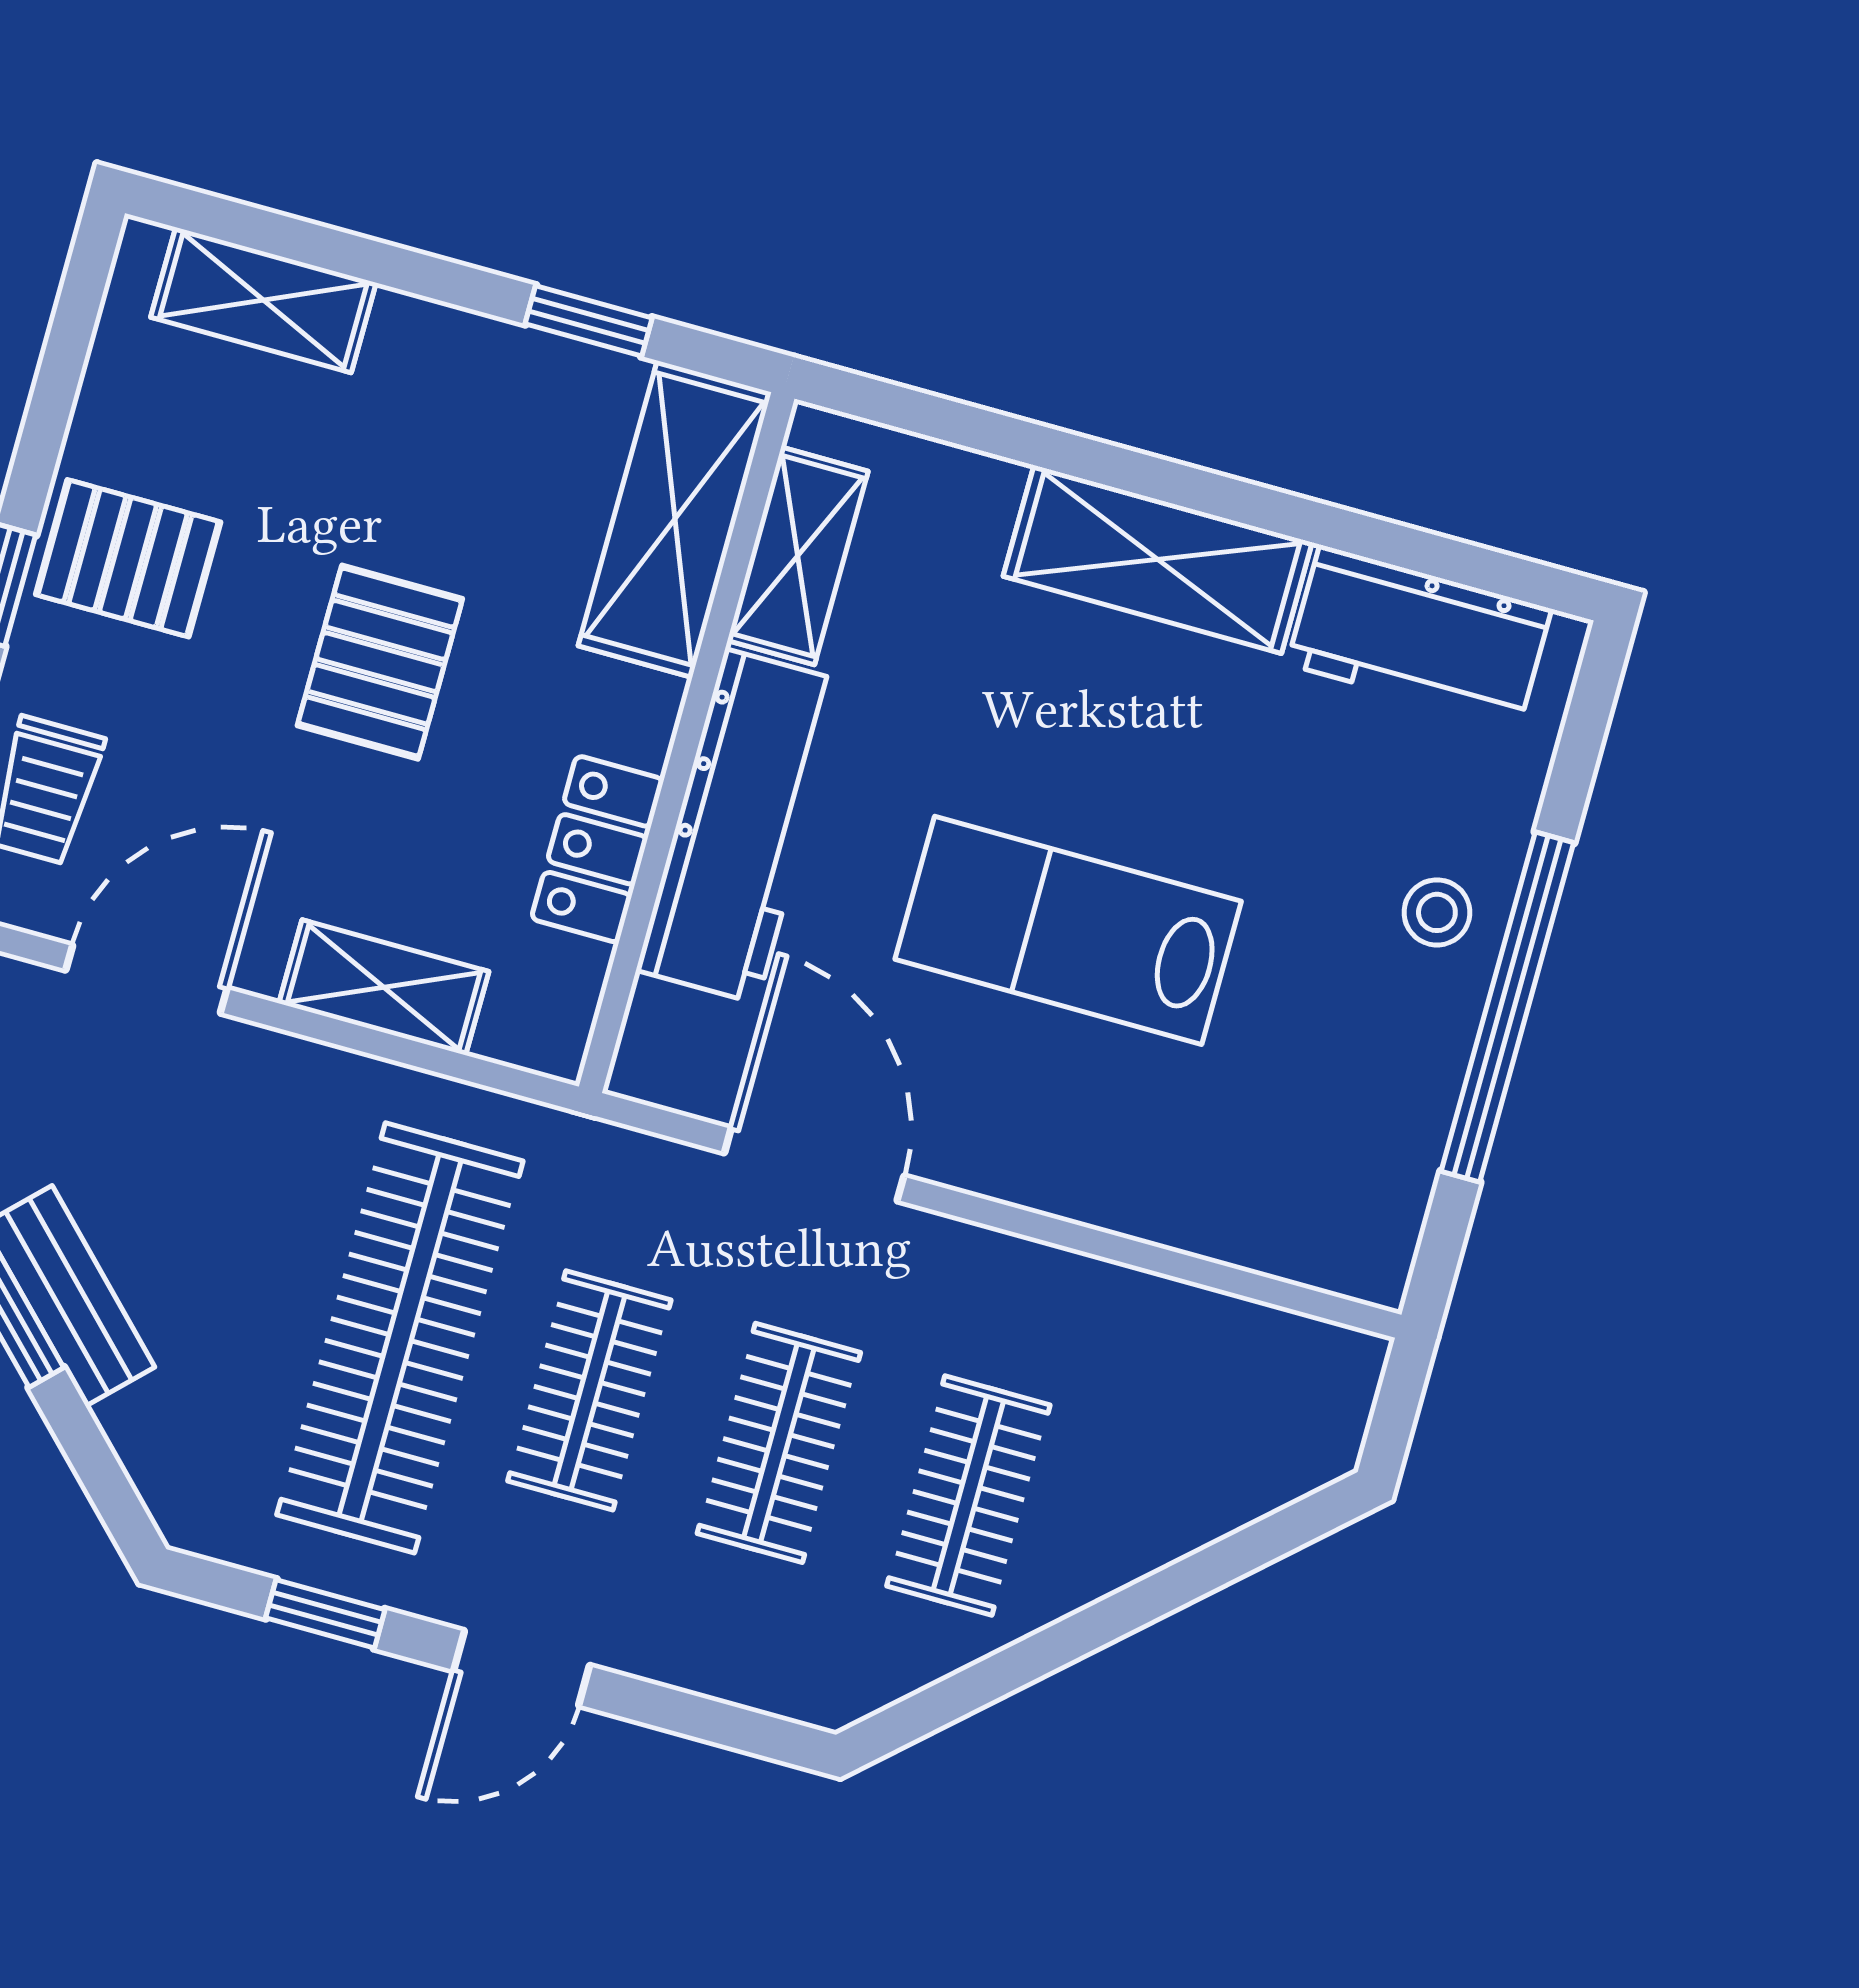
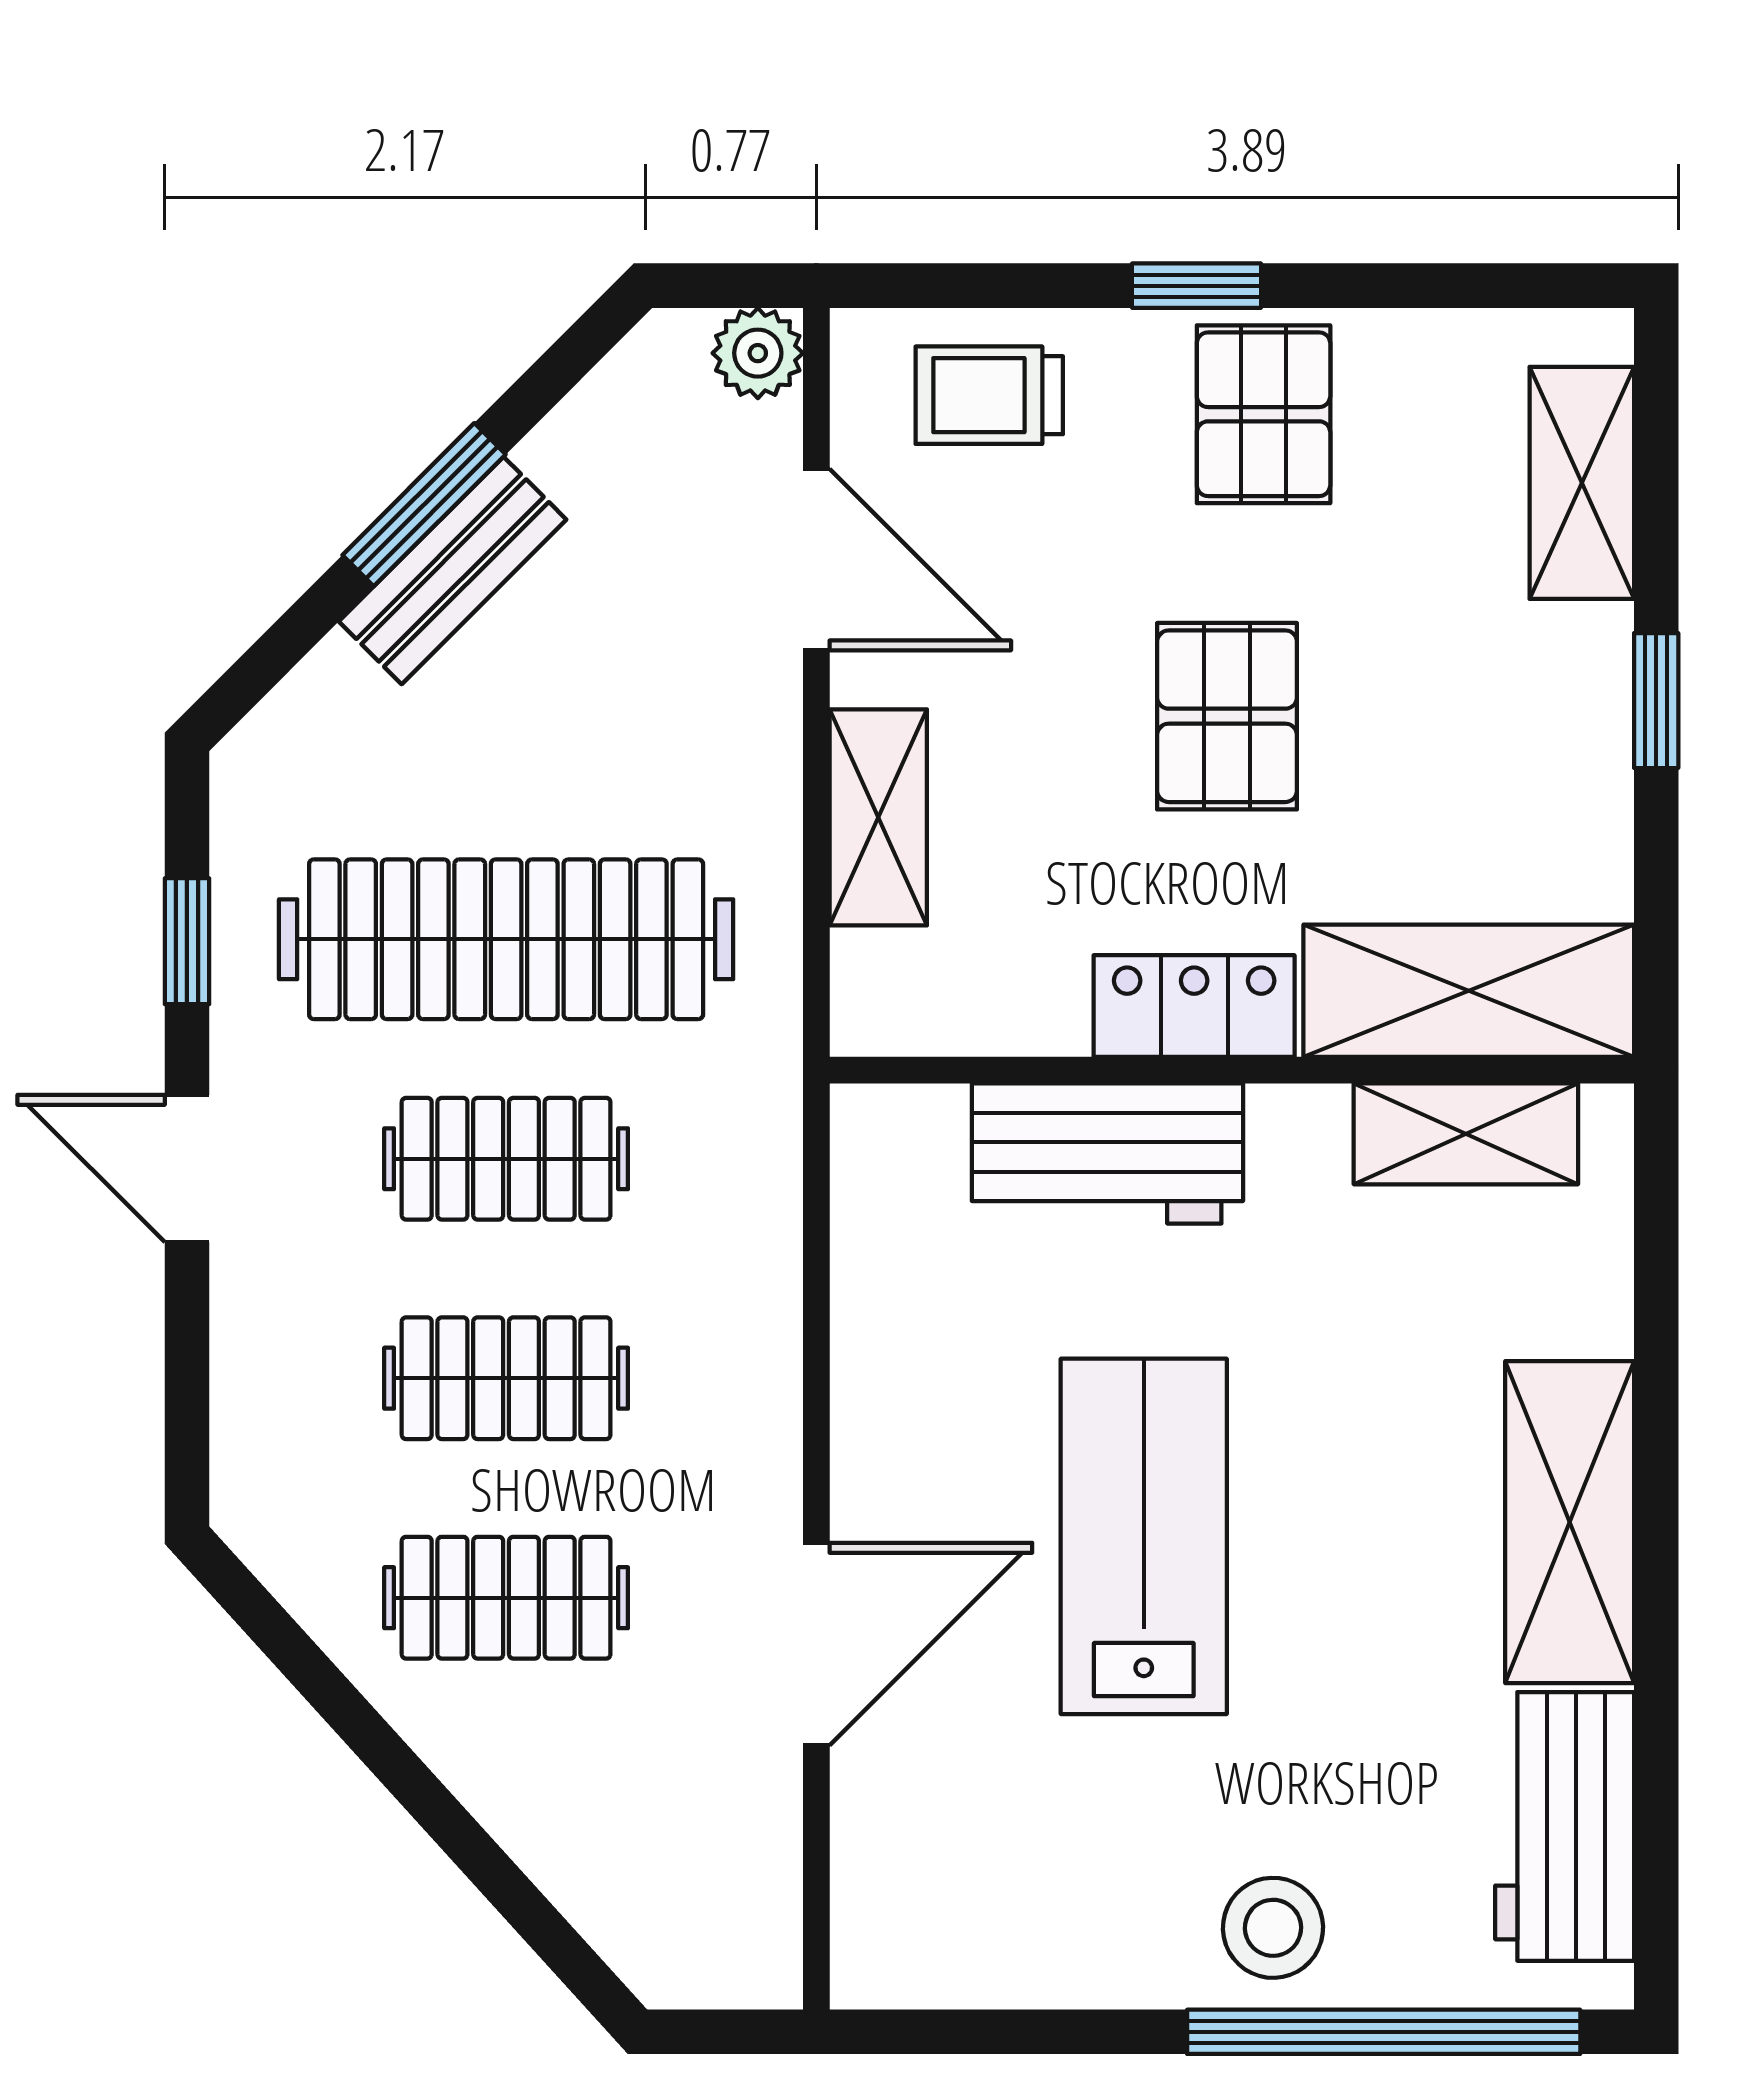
window: (589, 321) -> (1656, 701), moved
pallet: (380, 662) -> (1227, 716), turned 90
workbench: (741, 826) -> (1107, 1153), width x0.73
locker: (598, 849) -> (1194, 1006), moved
stool: (1437, 912) -> (1273, 1928), width x1.37, depth x1.37
window: (1507, 1007) -> (1384, 2032), moved
door: (814, 1164) -> (816, 1644), moved

